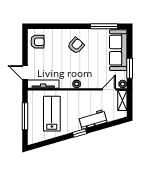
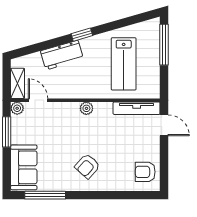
sofa: (118, 50) -> (24, 167), width x0.73
door: (109, 89) -> (38, 100), swing flipped
window: (25, 116) -> (164, 45), moved

